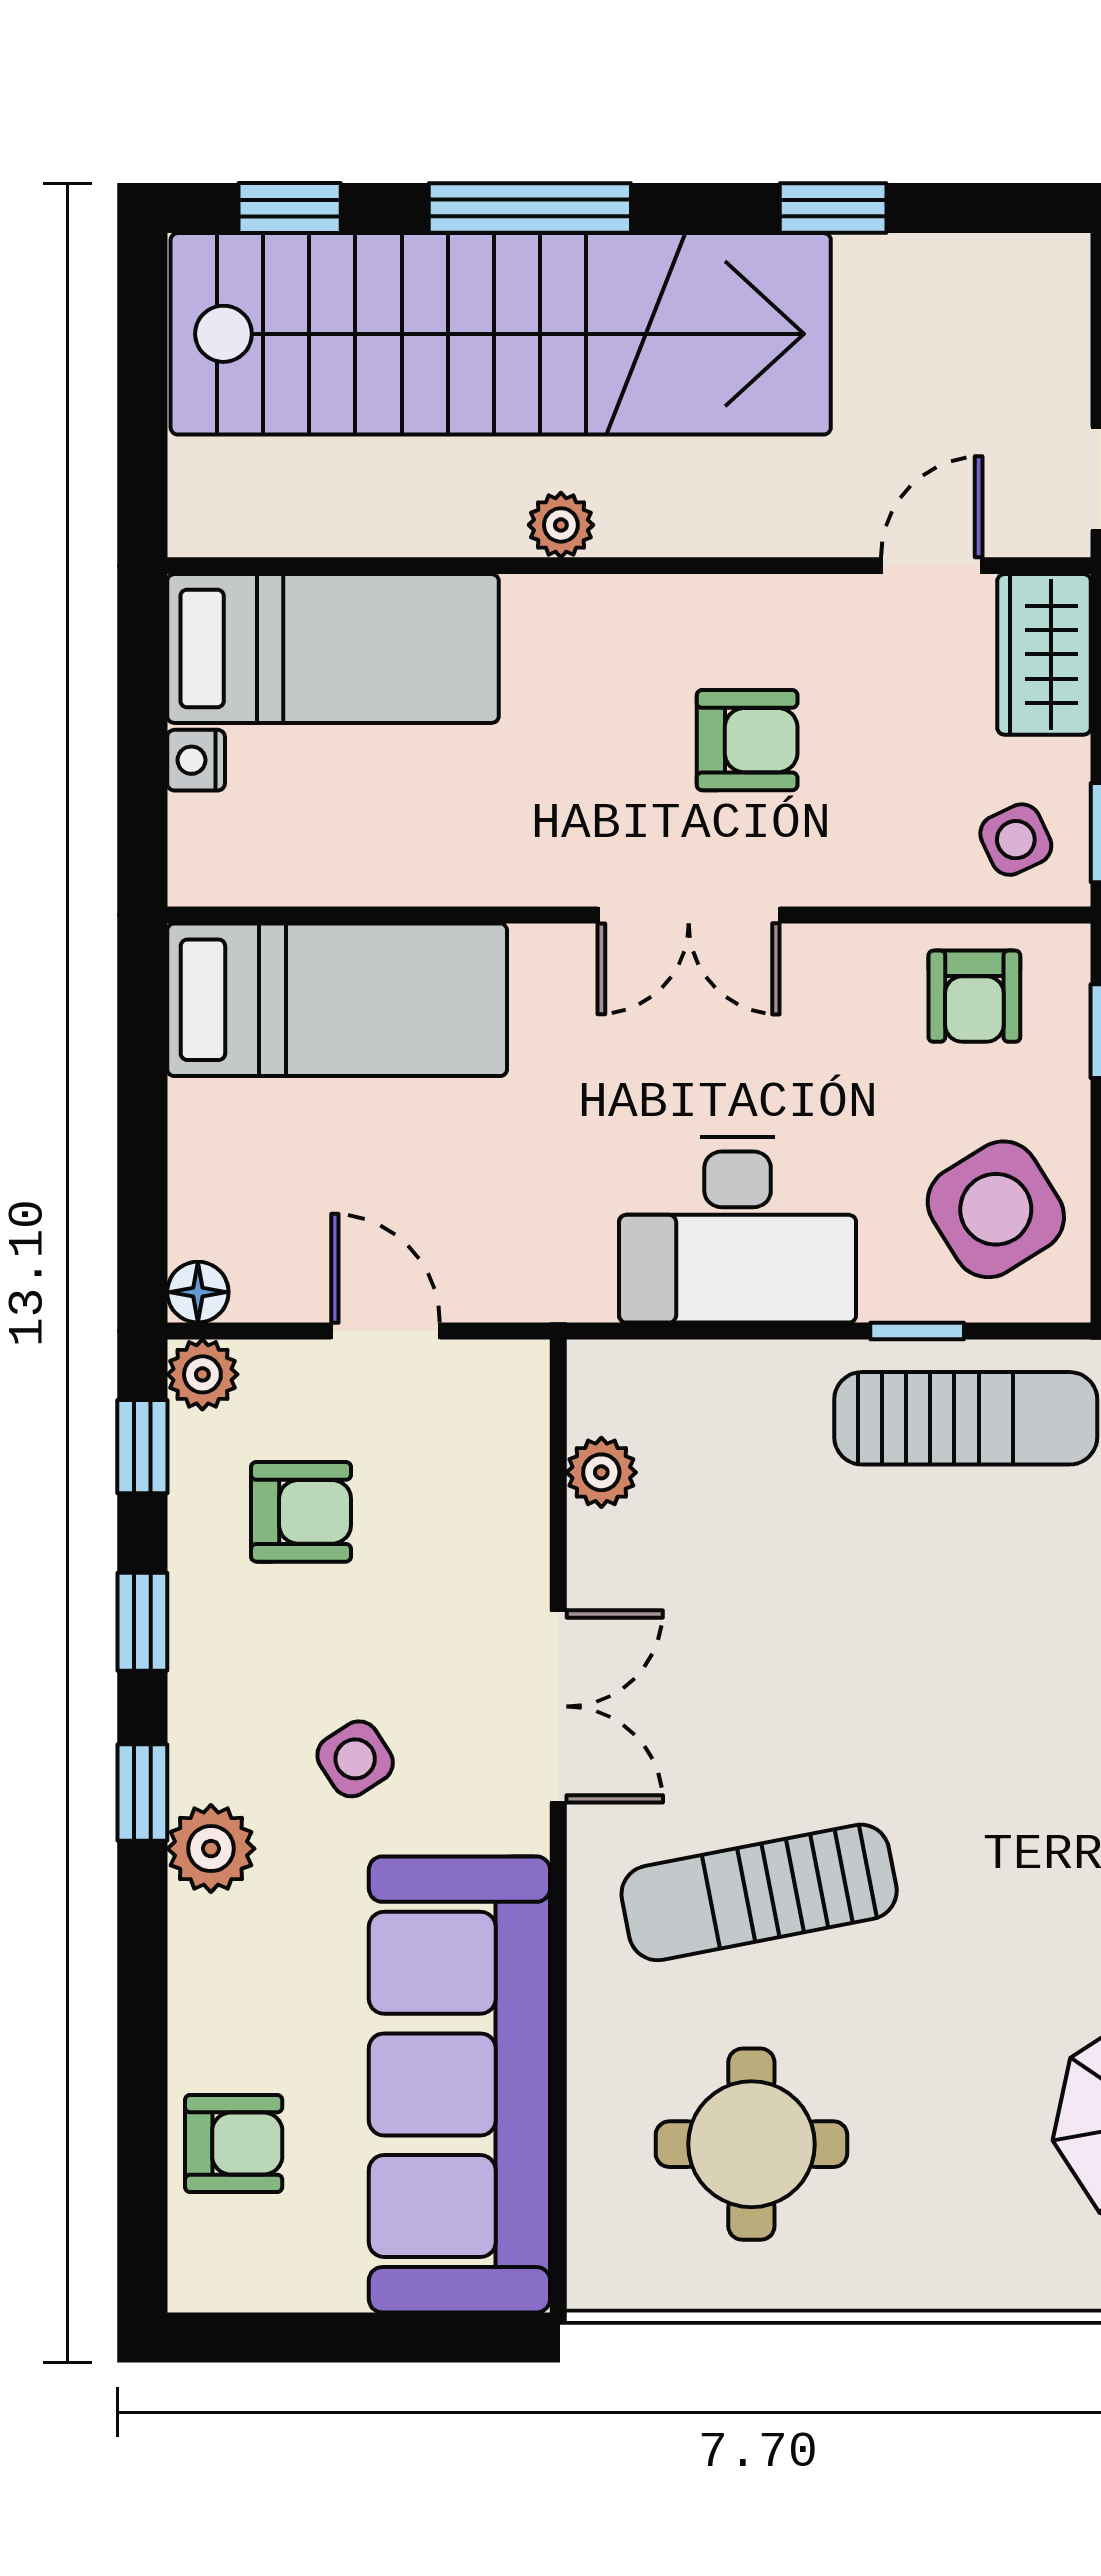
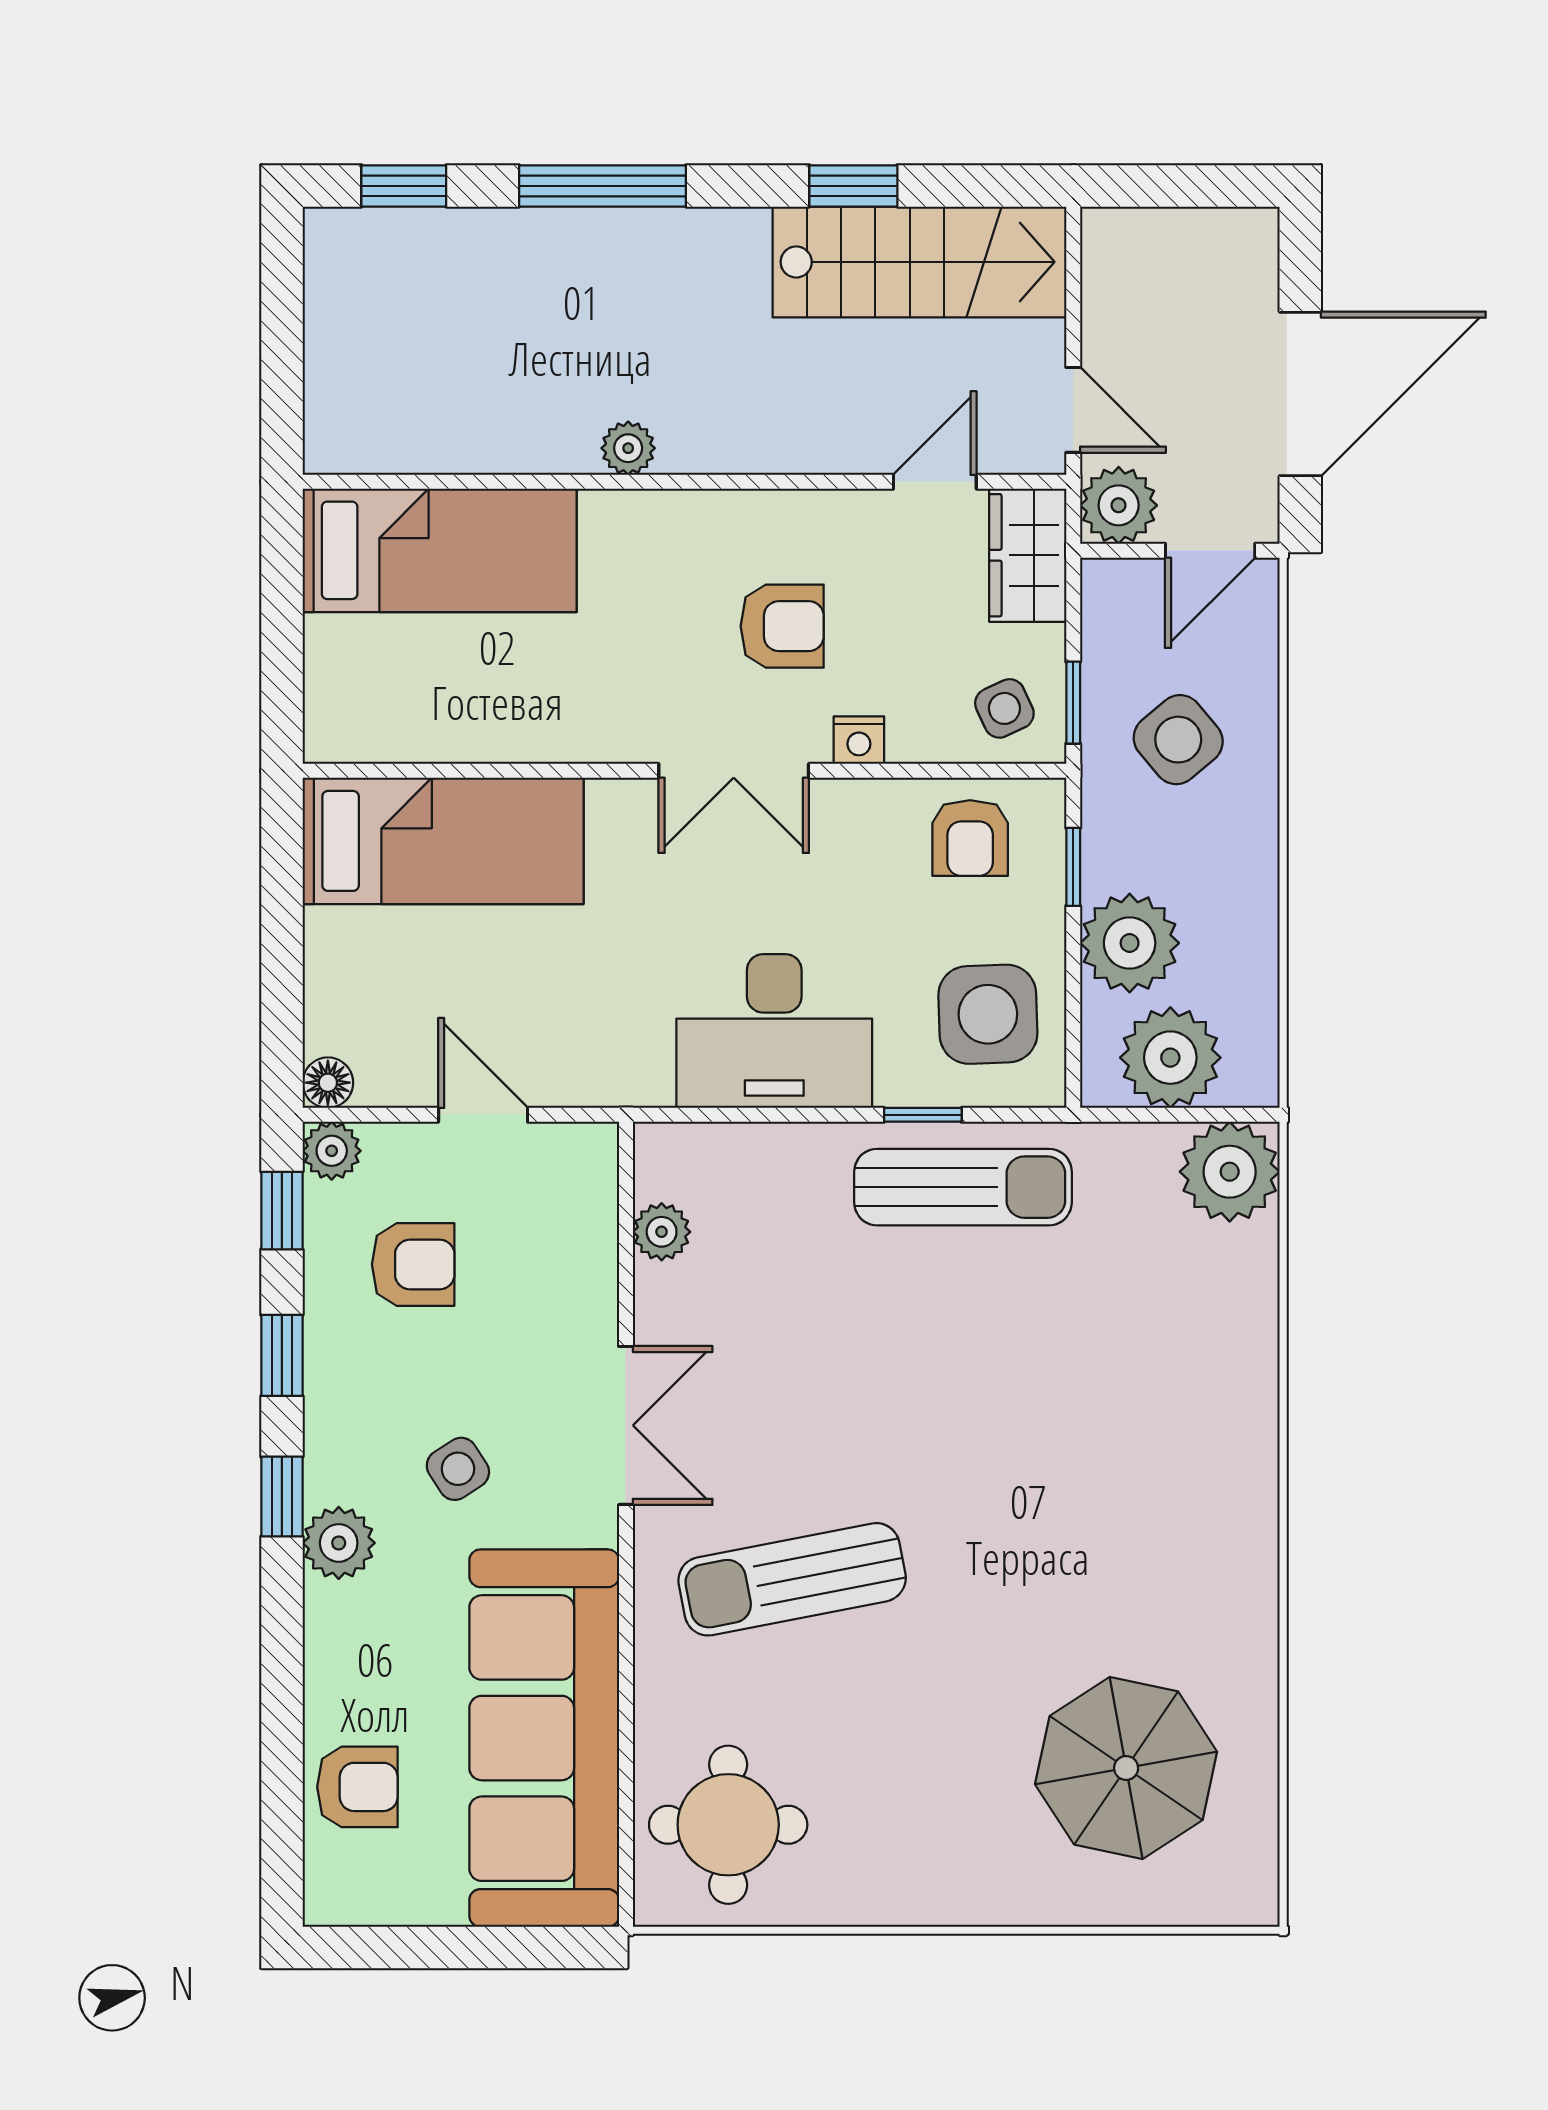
stairs: (501, 334) -> (920, 262), moved, width x0.54, depth x0.66
nightstand: (196, 760) -> (859, 740), moved, turned -90
side table: (996, 1209) -> (988, 1014), turned 30
round table: (751, 2144) -> (728, 1825), moved

